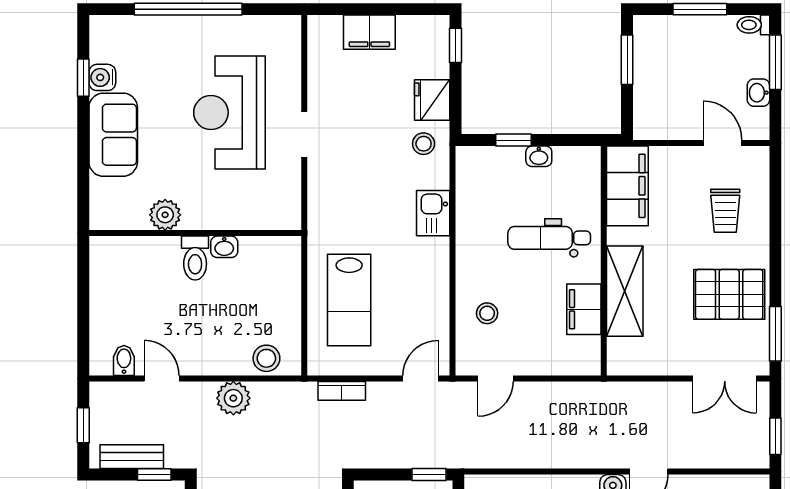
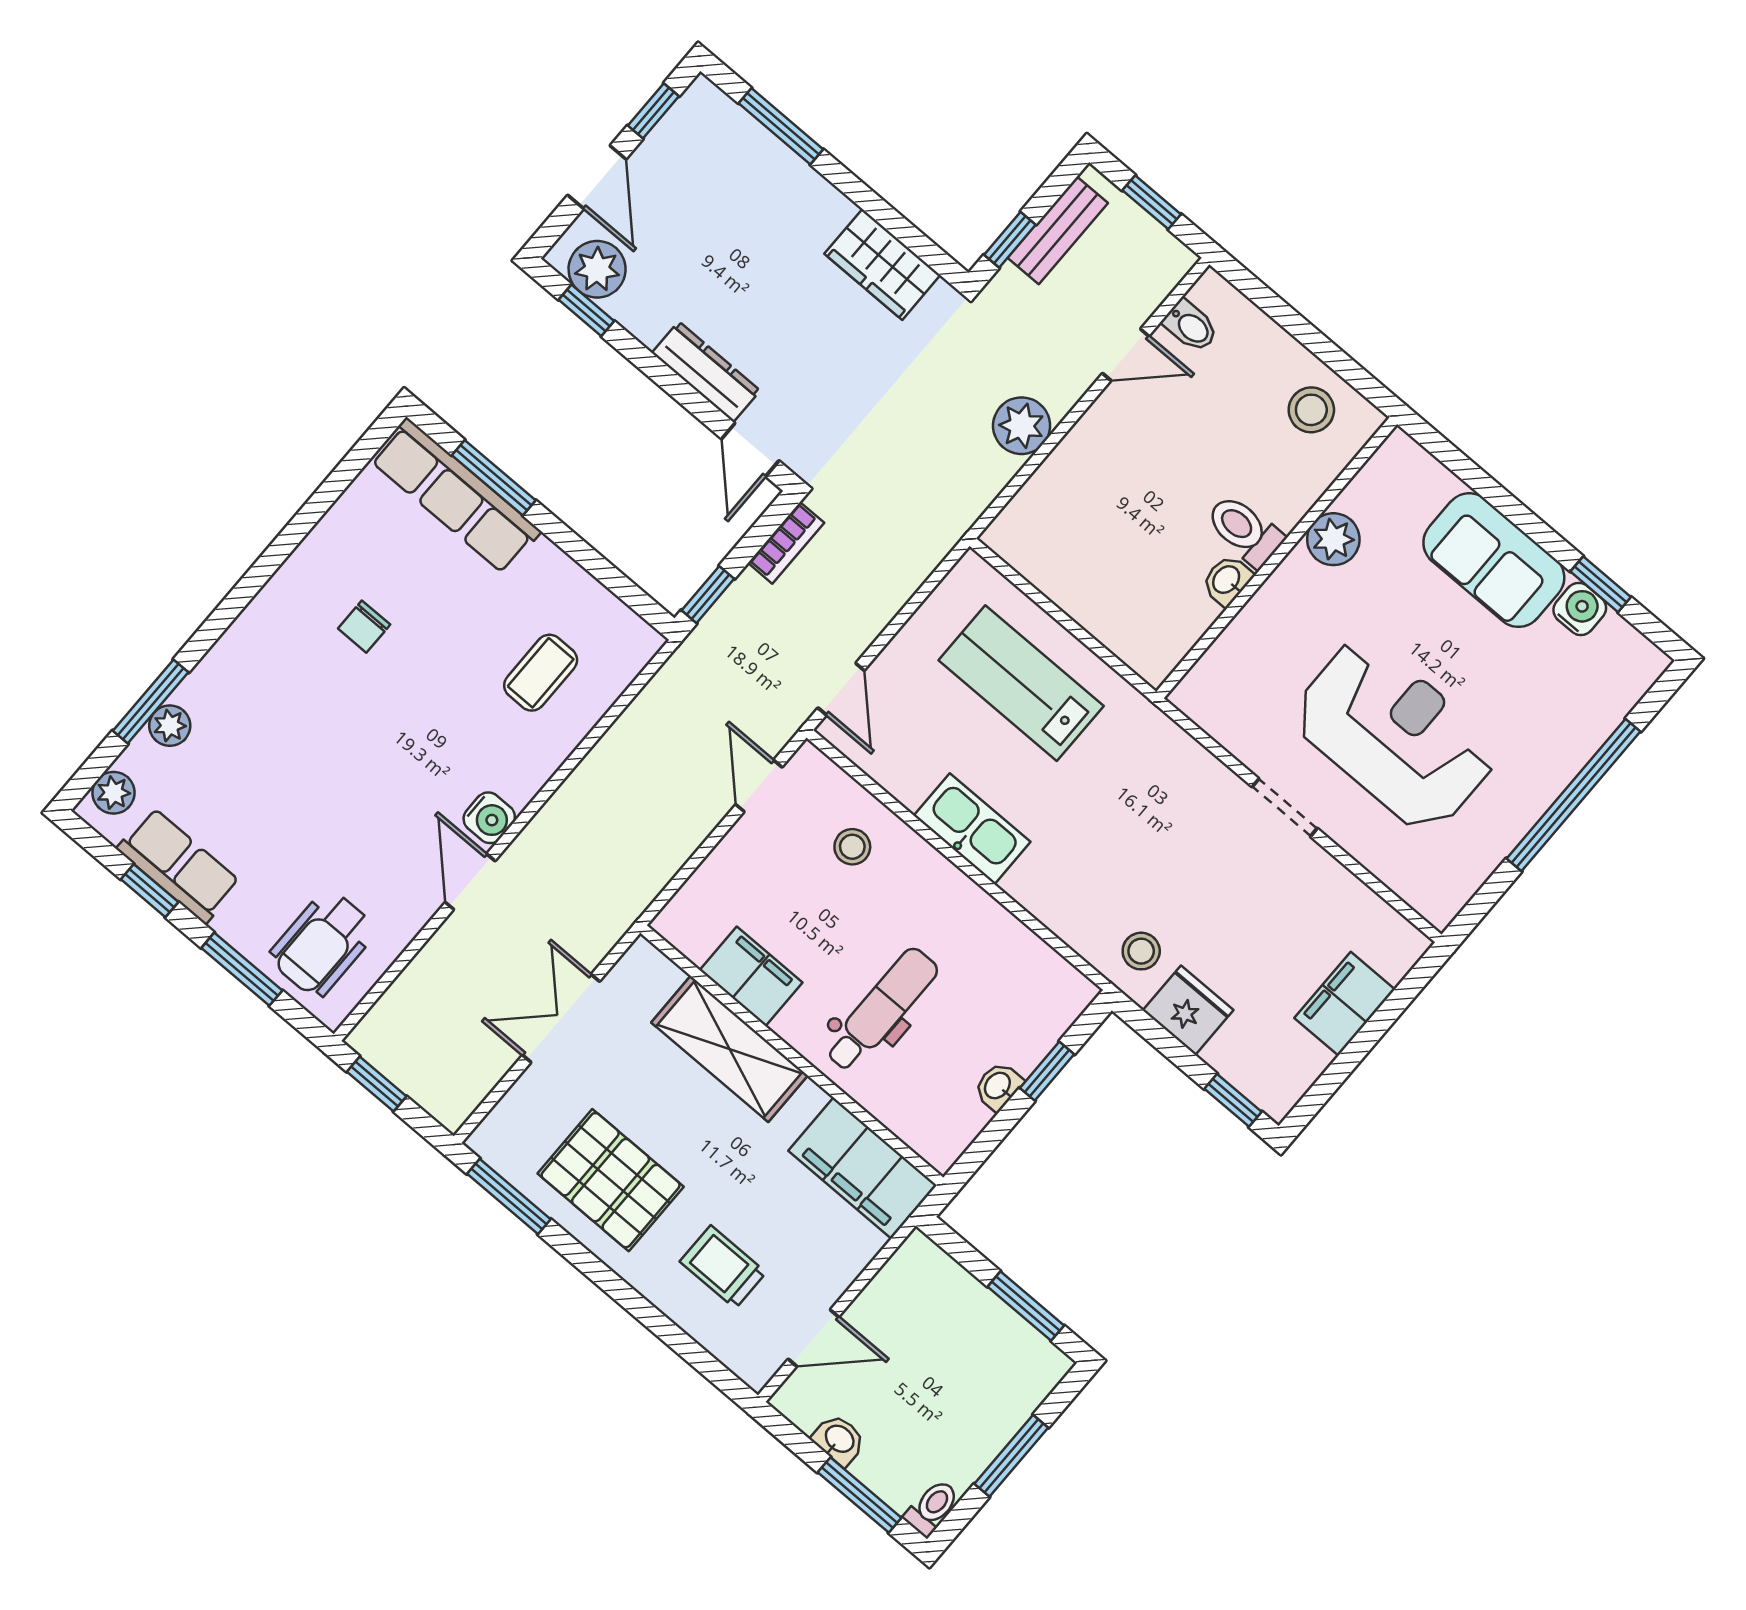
kitchen sink: (433, 213) -> (972, 829), moved, width x1.38
pallet: (729, 294) -> (611, 1180), turned 90
stool: (266, 358) -> (1311, 410), moved
double door: (725, 379) -> (561, 1018), moved
bookcase: (342, 391) -> (786, 543), moved, turned 180

